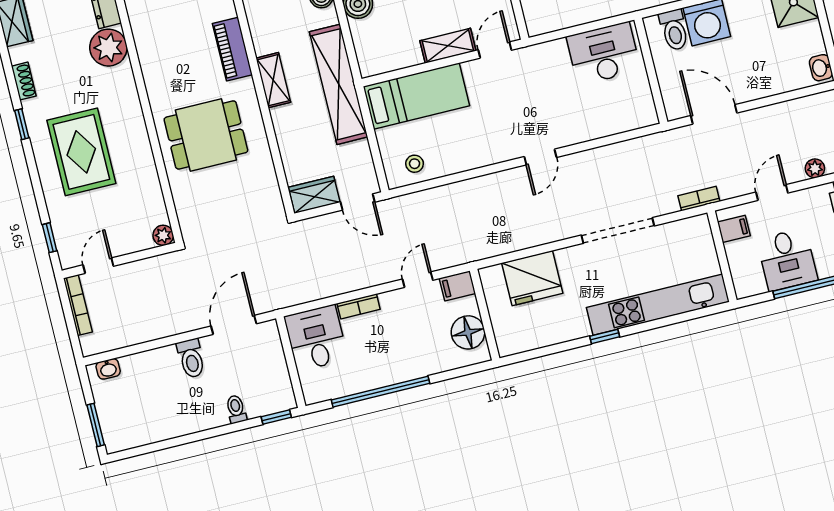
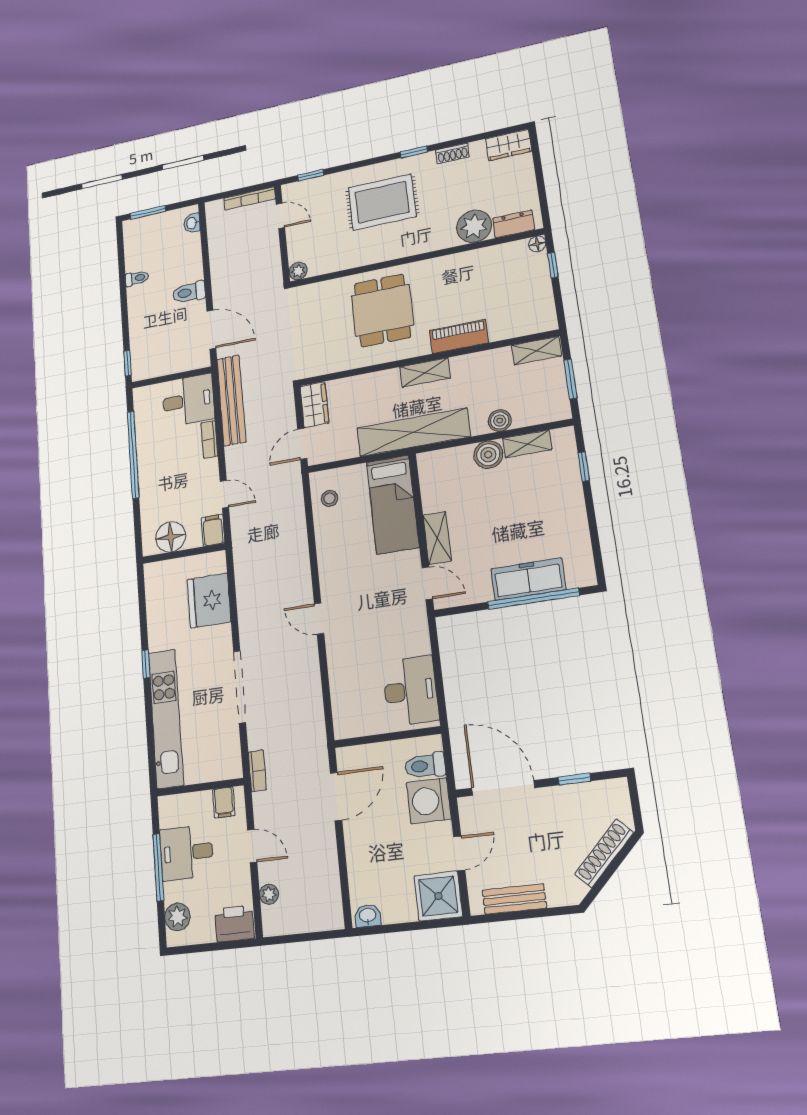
bench: (314, 289) -> (231, 400), added
toilet: (236, 409) -> (137, 278), moved

